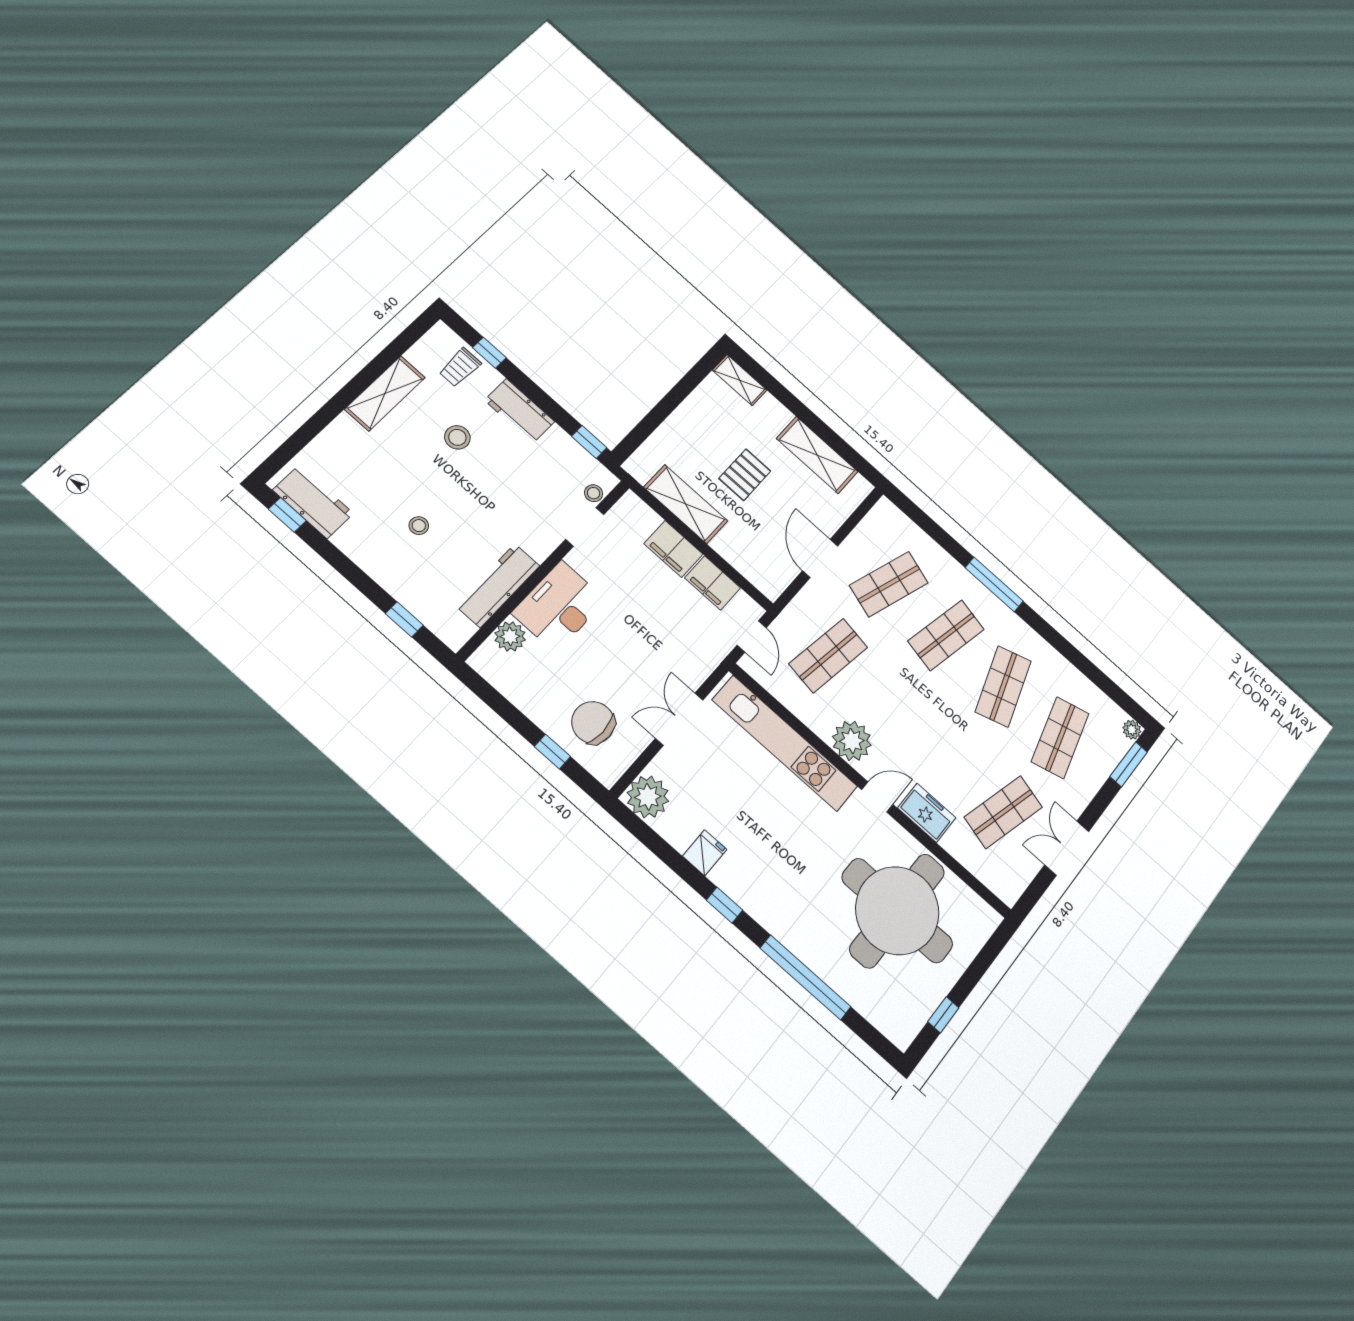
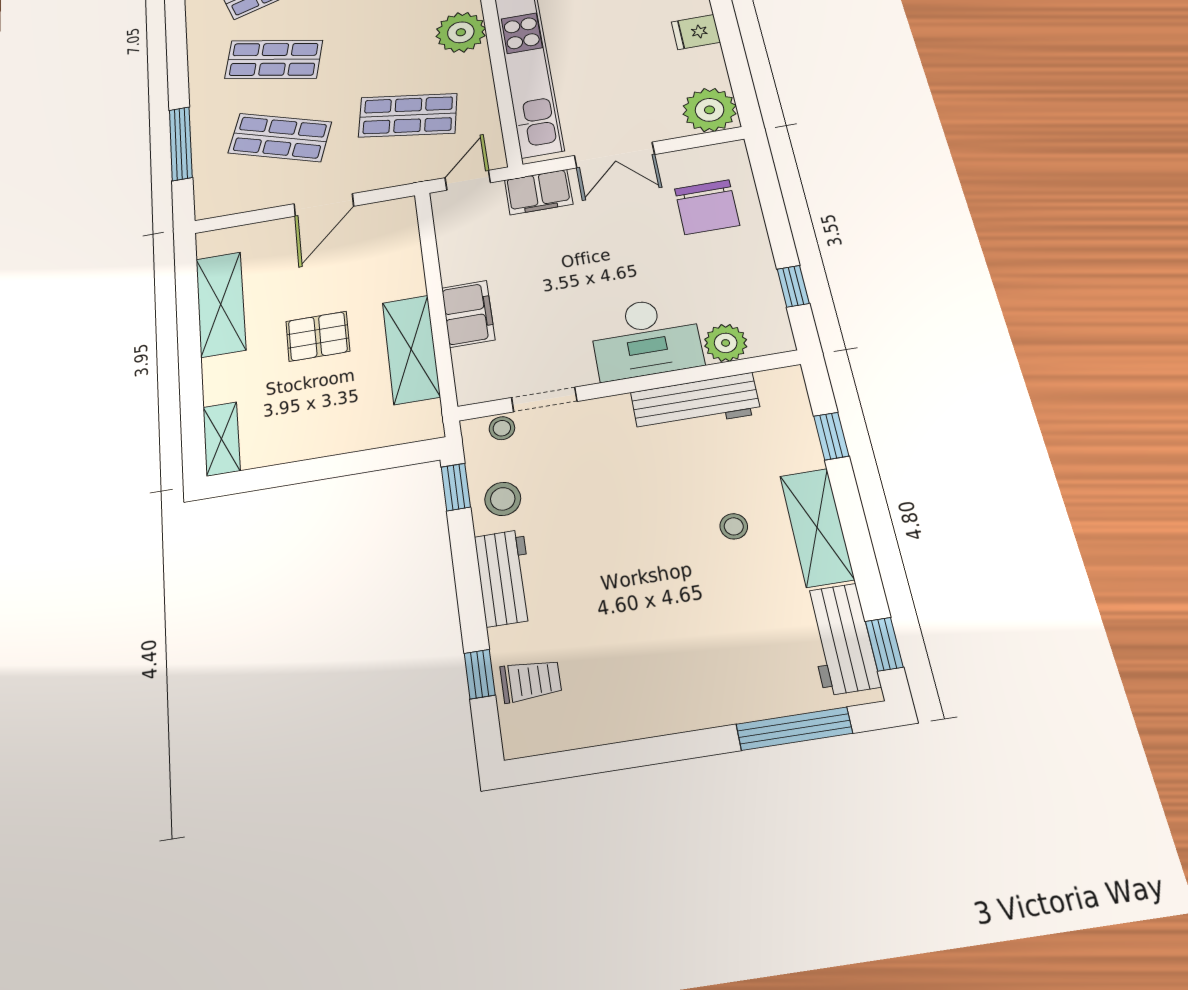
shelving: (385, 393) -> (817, 527), moved, turned 90
window: (303, 436) -> (794, 729), added
stool: (457, 437) -> (503, 499), moved
filing cabinet: (713, 583) -> (539, 192), moved, turned 90
window: (994, 584) -> (181, 143), moved
window: (552, 752) -> (793, 286), moved

